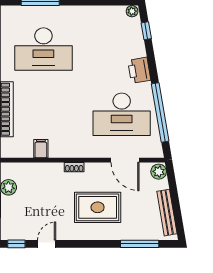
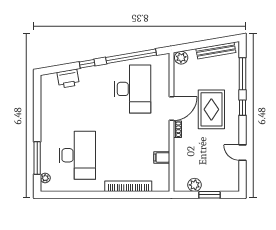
plant: (132, 11) -> (45, 178), moved
window: (146, 31) -> (87, 64), moved
printer: (139, 70) -> (68, 79), moved
door: (125, 160) -> (171, 109), moved
window: (16, 244) -> (242, 108), moved

